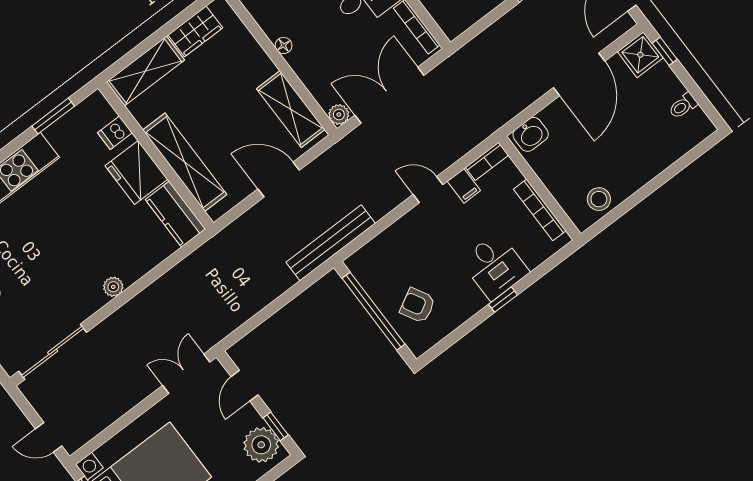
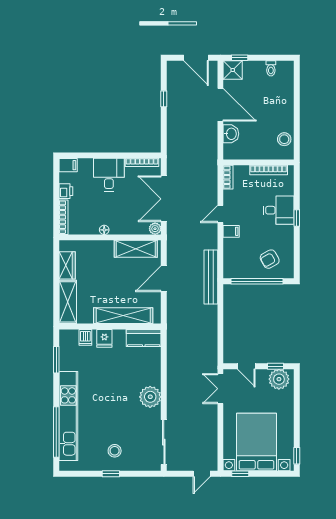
washbasin: (531, 134) -> (231, 134), moved
fridge: (136, 172) -> (104, 338), width x0.53, depth x0.75
filing cabinet: (464, 186) -> (231, 231), moved
plant: (113, 287) -> (150, 397), width x1.87, depth x1.87

